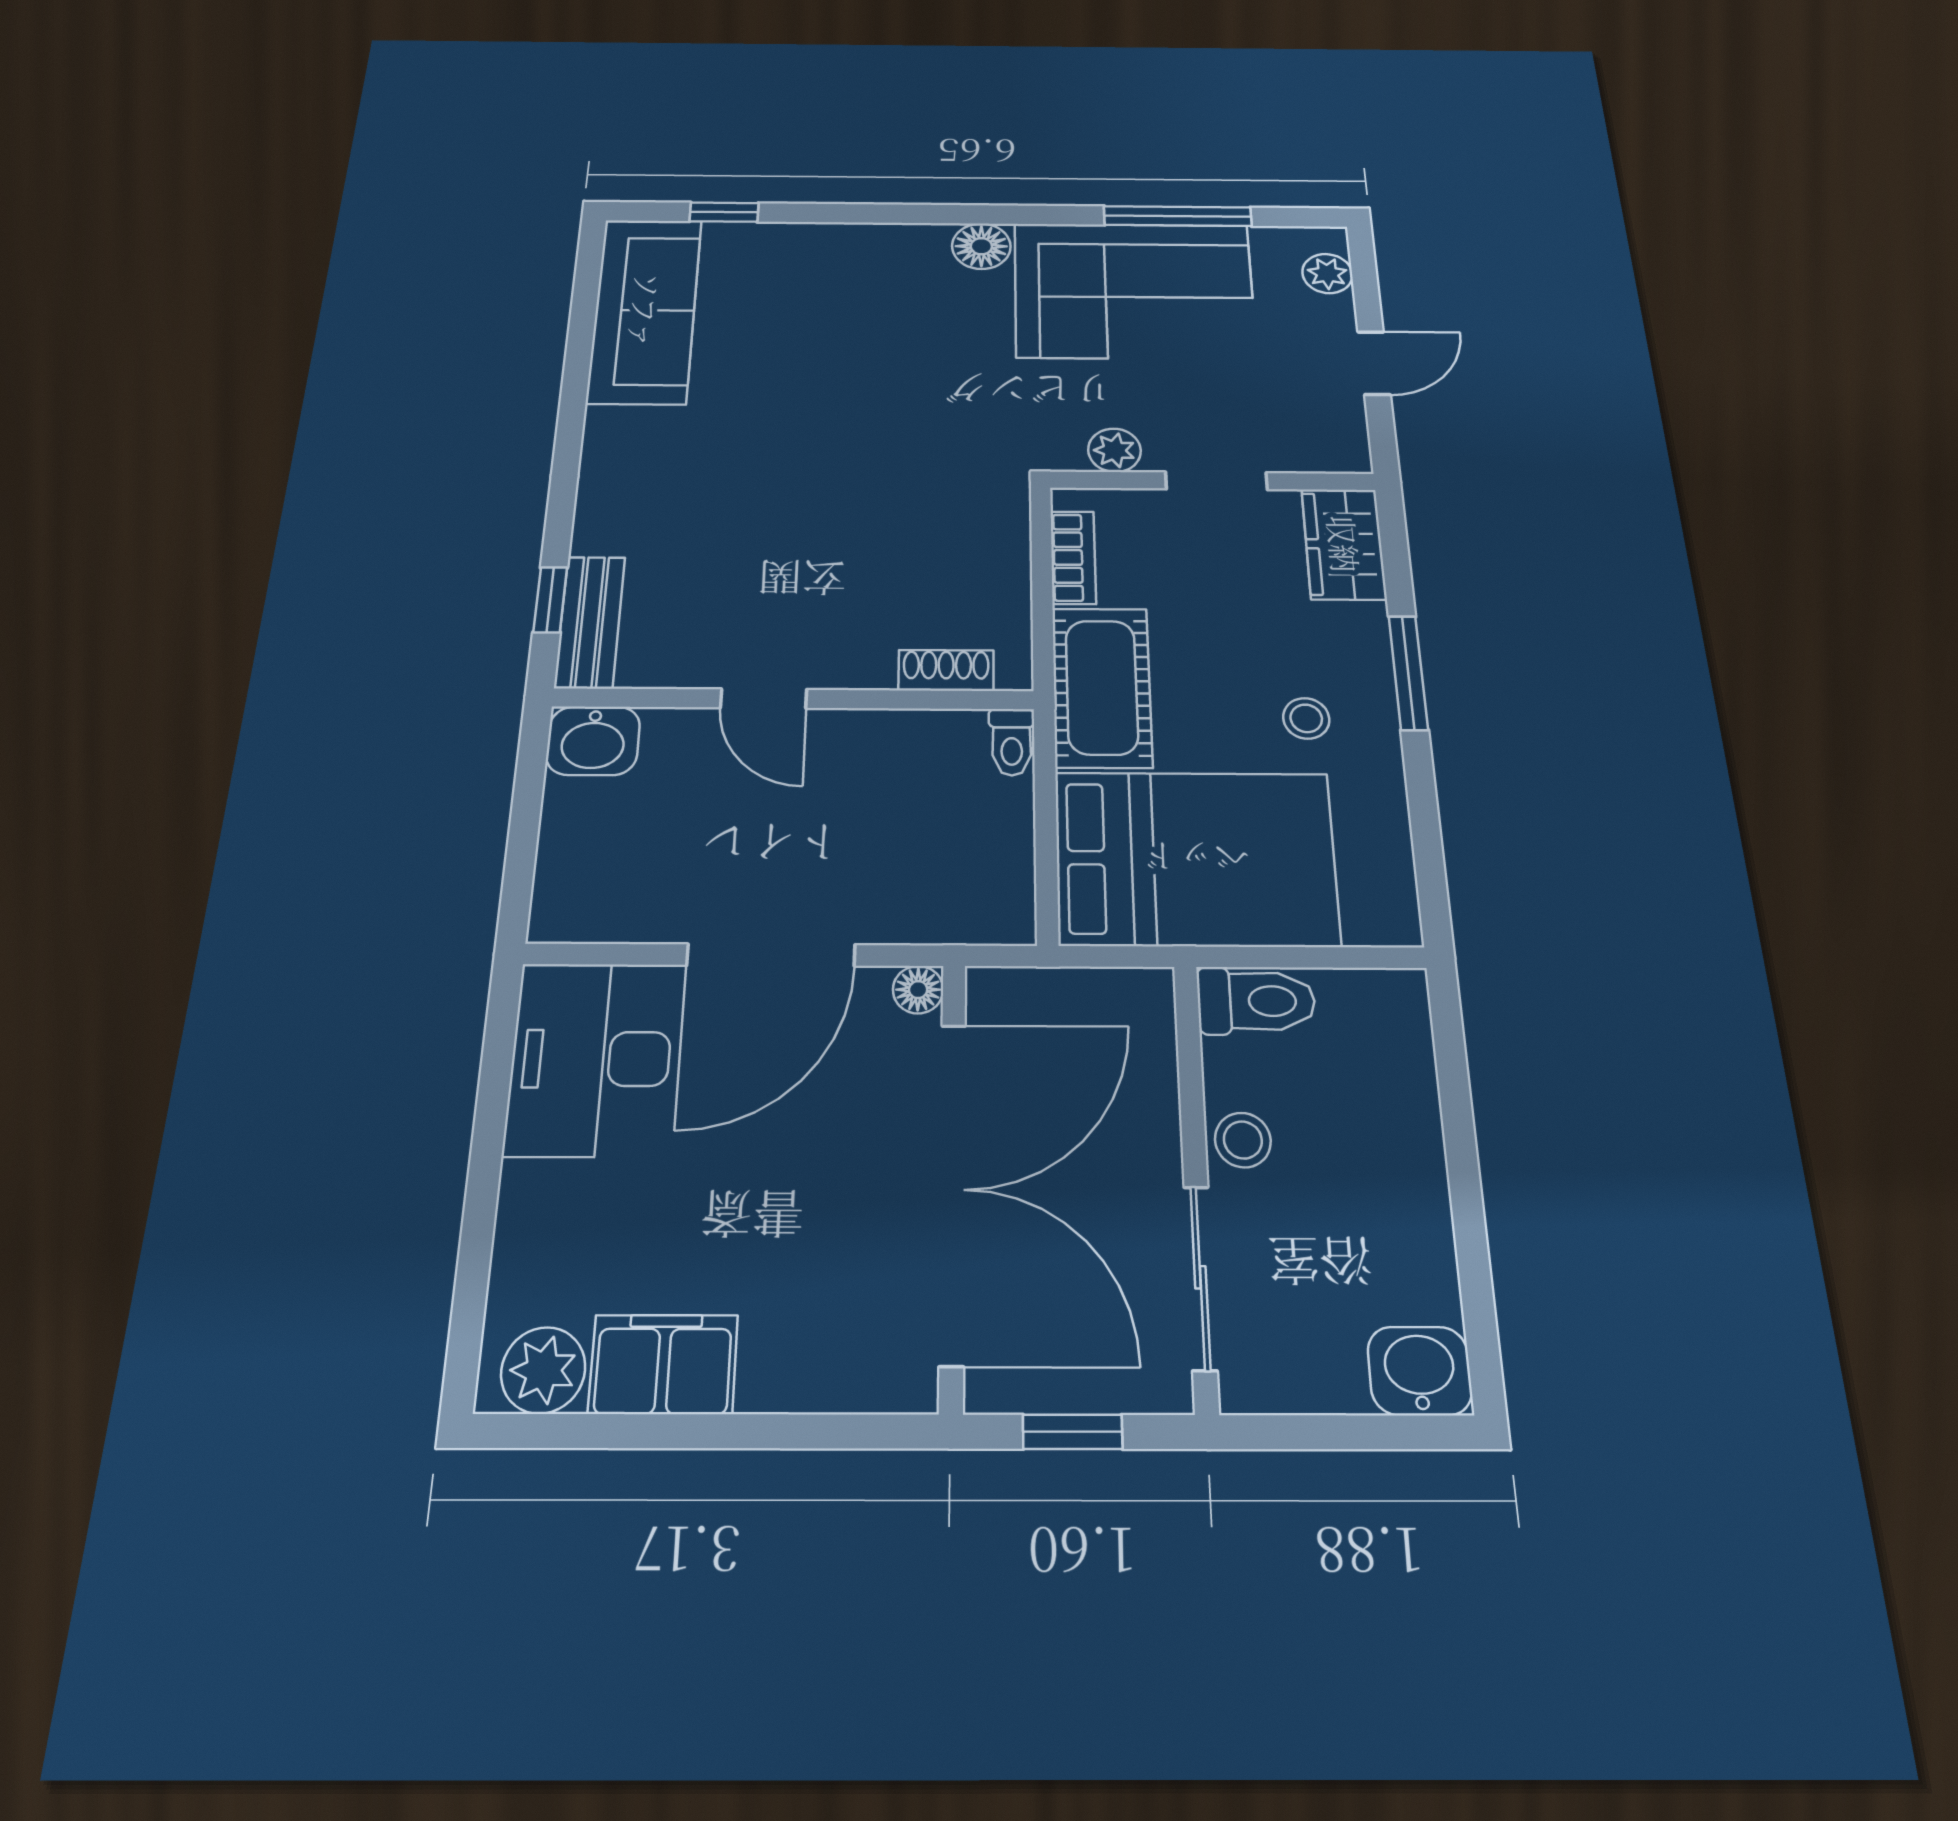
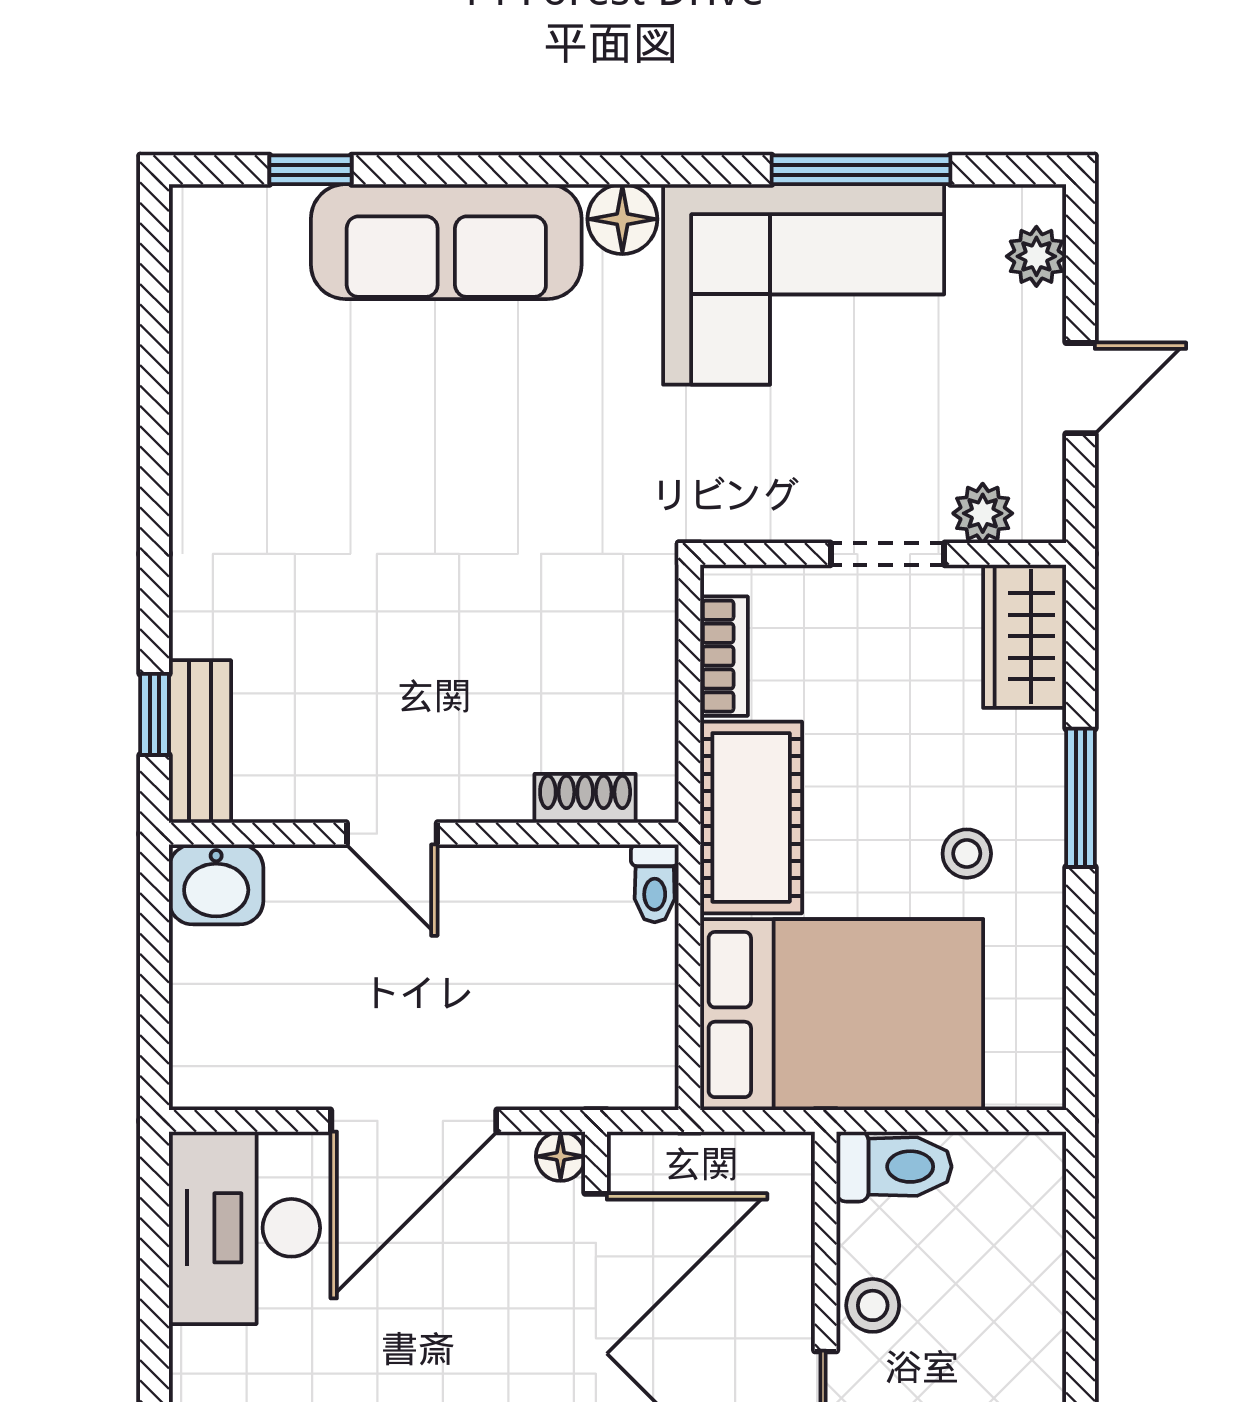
sofa: (645, 310) -> (446, 242), moved, turned 90
plant: (1114, 450) -> (983, 513), moved

